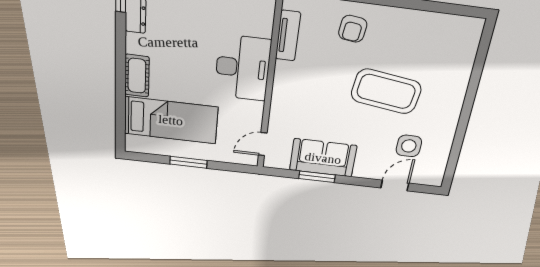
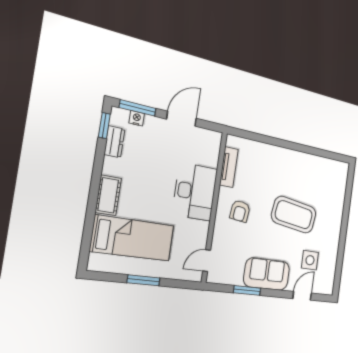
armchair: (353, 29) -> (240, 211), moved
sofa: (323, 158) -> (267, 274), moved

